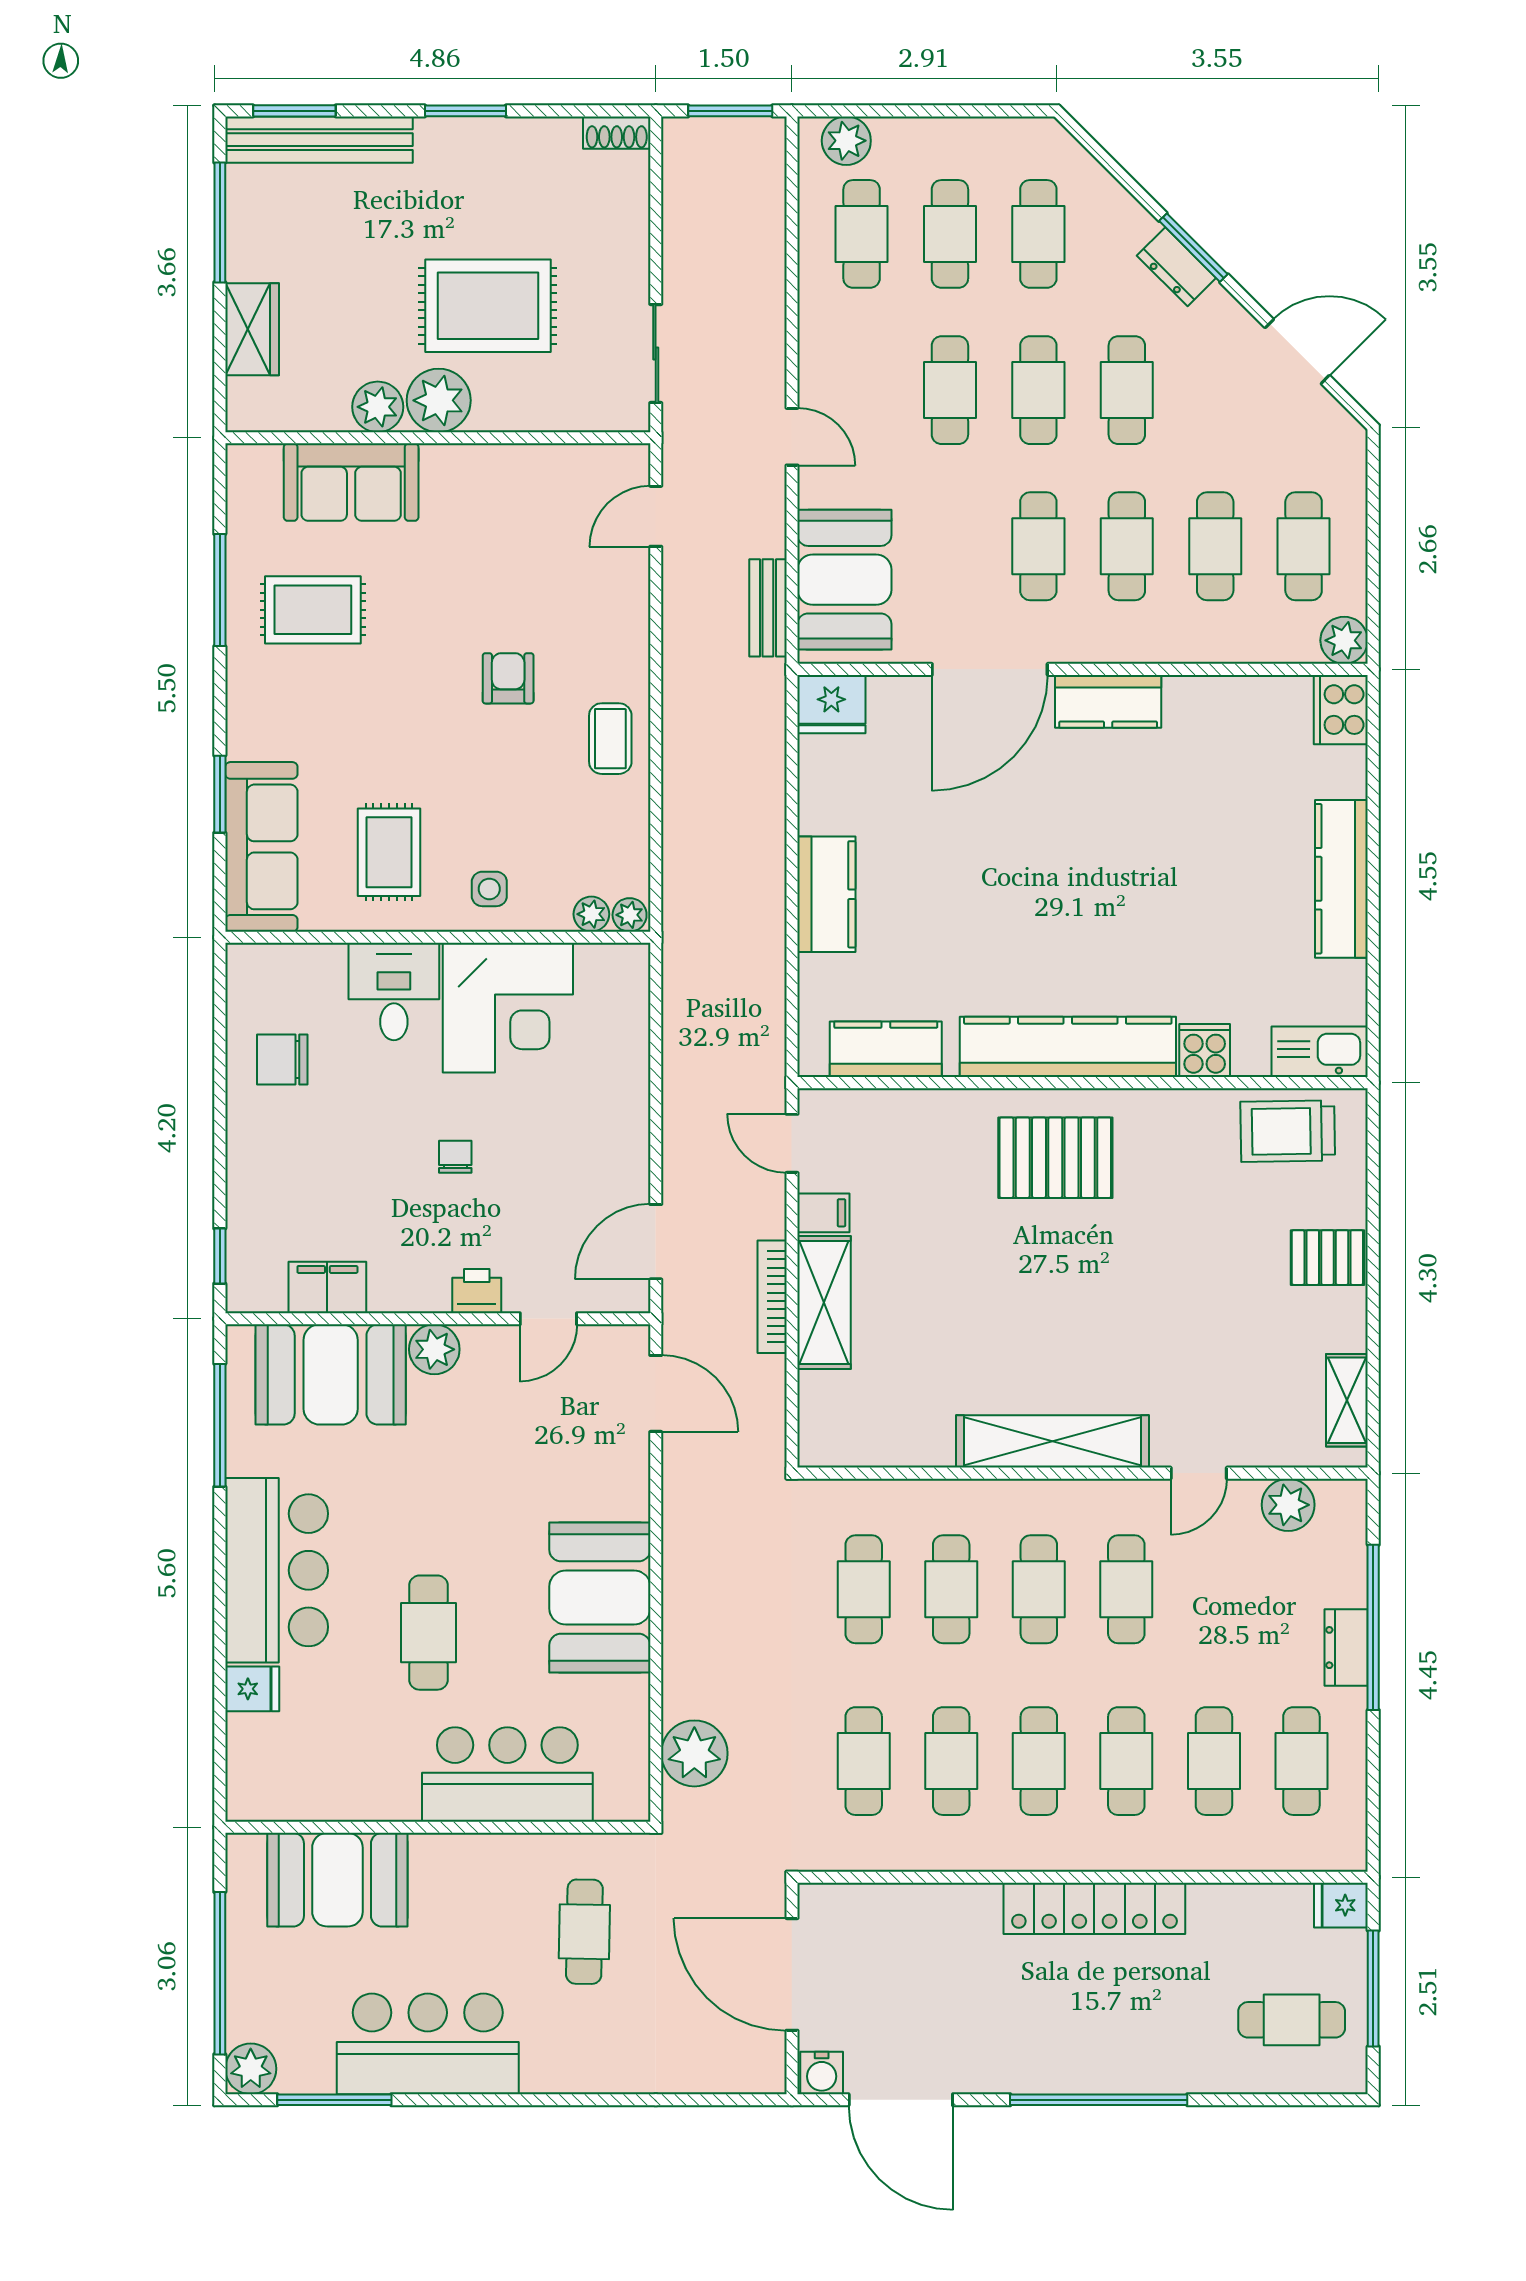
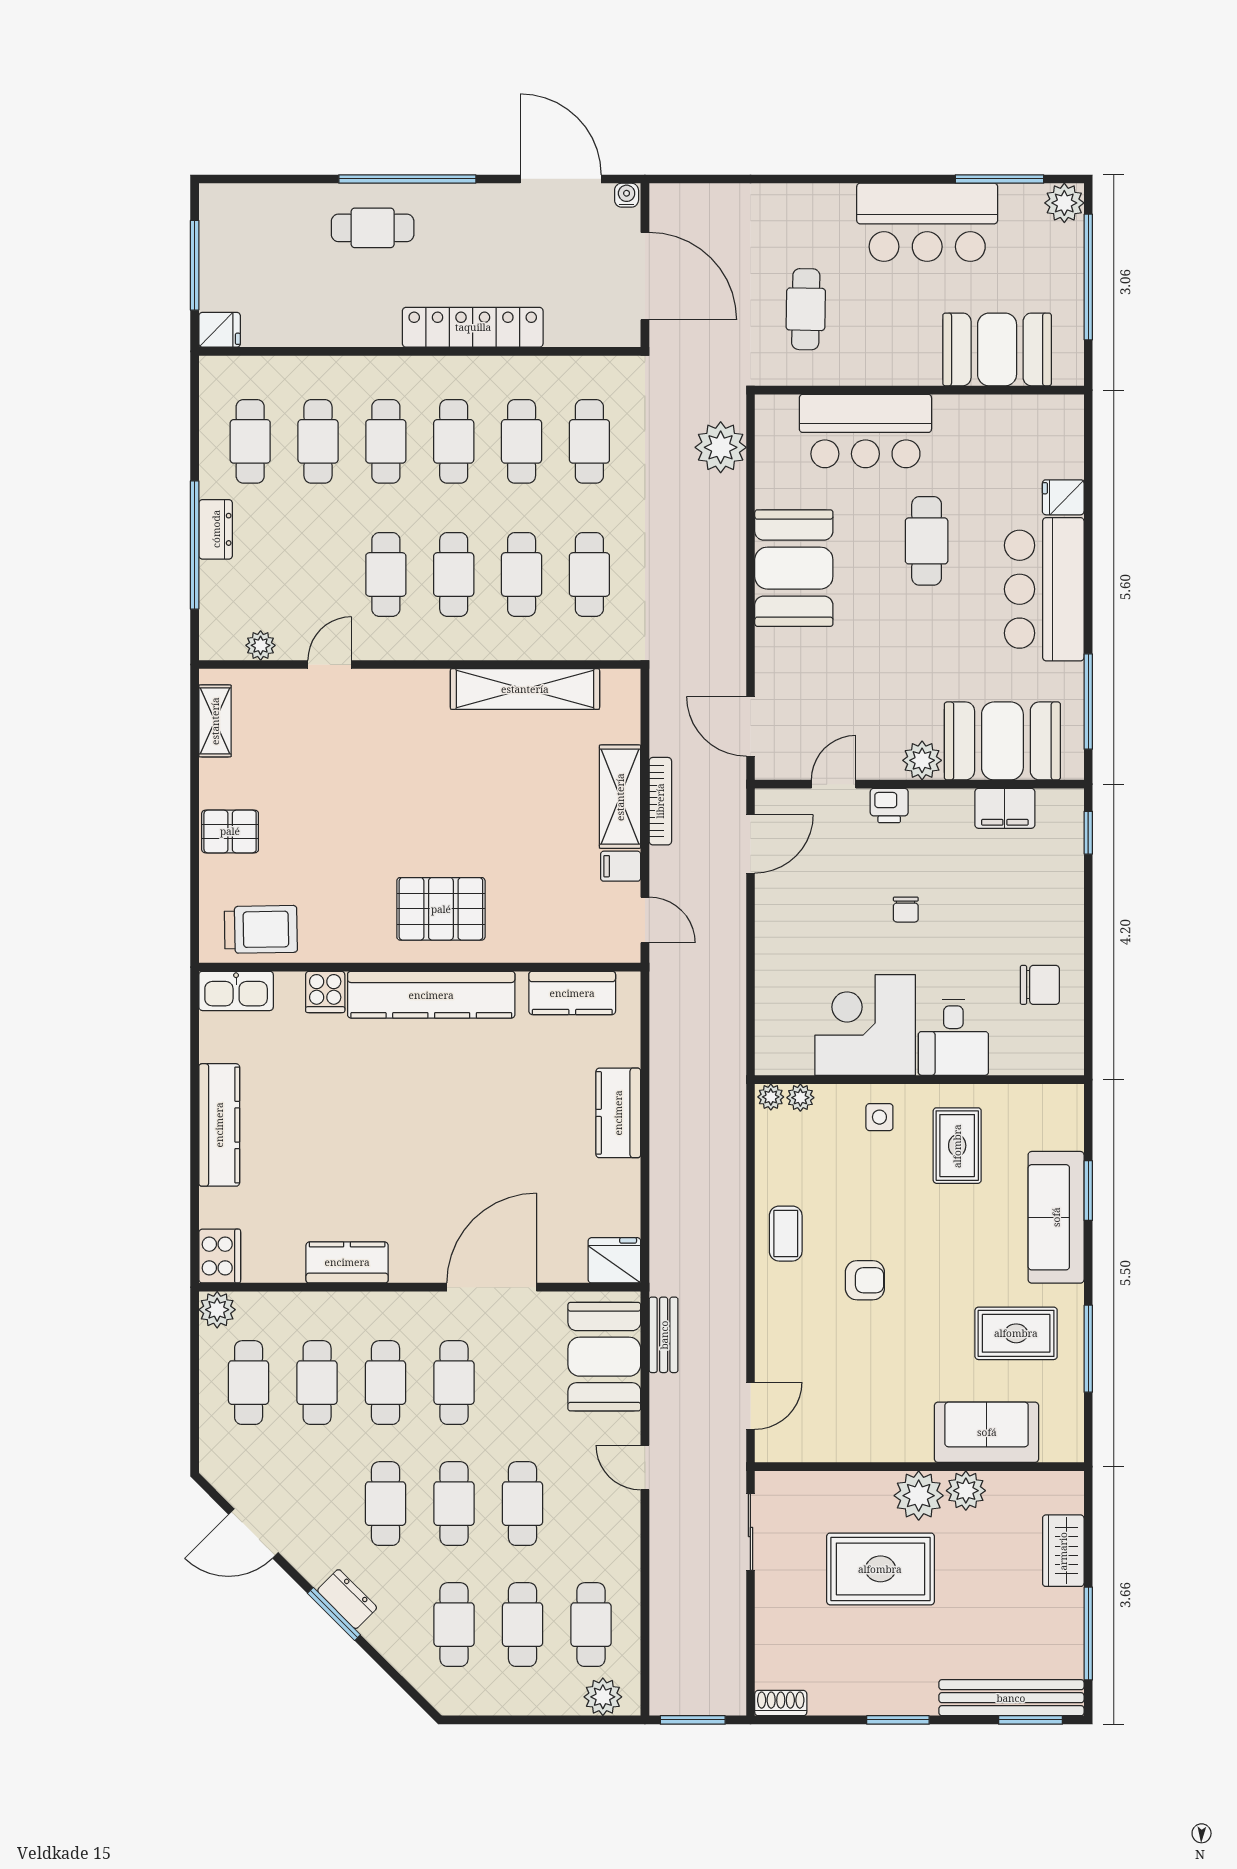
armchair: (508, 678) -> (865, 1280), turned -90
kitchen counter: (1108, 701) -> (347, 1262), moved
sofa: (261, 847) -> (1056, 1217), moved
shelving: (1052, 1441) -> (525, 689), moved
plant: (1288, 1505) -> (261, 645), width x0.73, depth x0.73
locker: (1094, 1908) -> (473, 327), moved
cafe table: (1292, 2020) -> (373, 228), moved
water cooler: (822, 2073) -> (627, 195), width x0.72, depth x0.72

